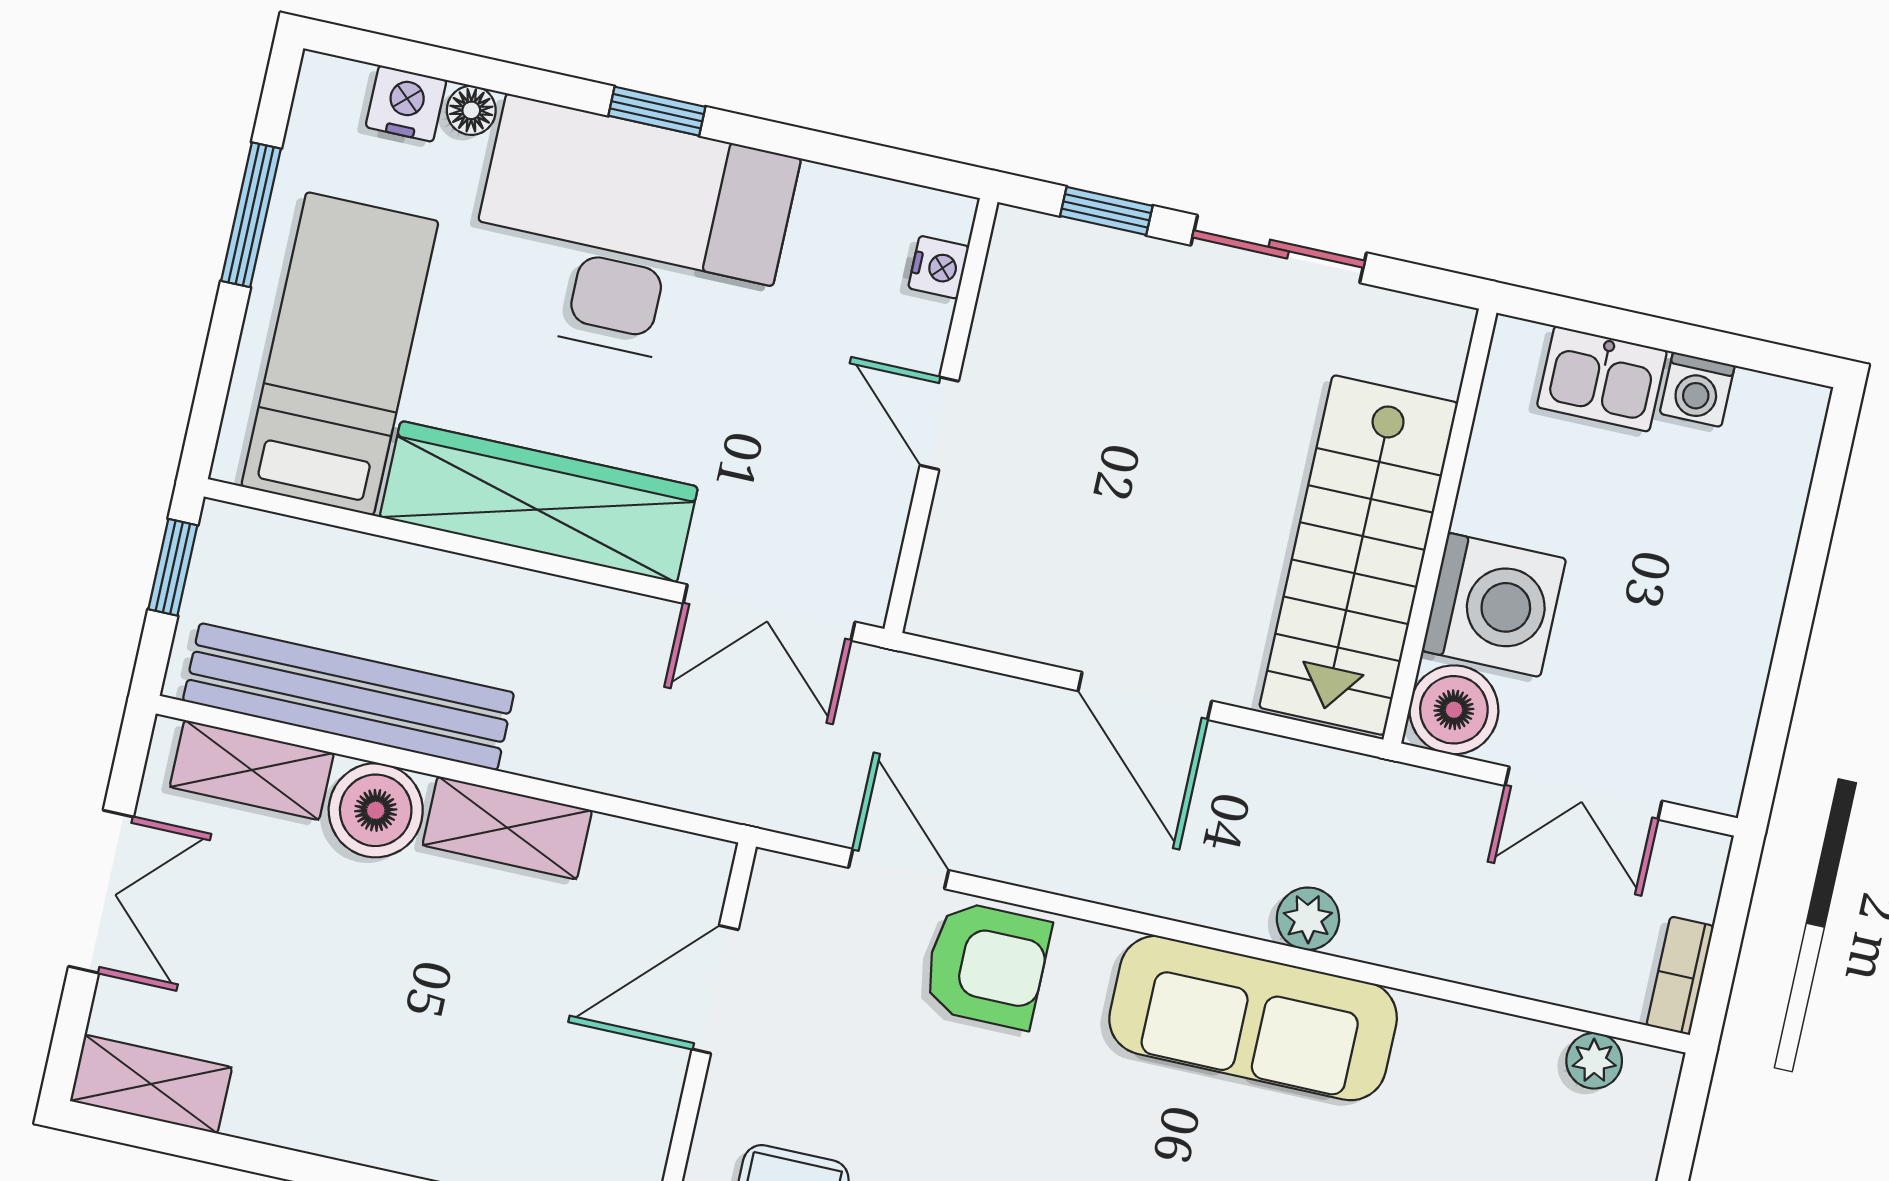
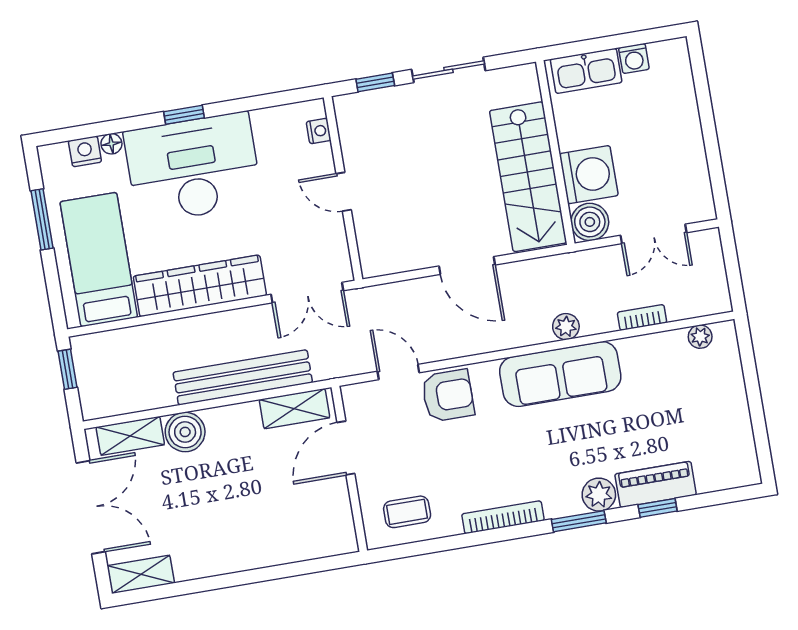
kitchen sink: (1602, 379) -> (586, 71), width x1.38
bench: (348, 697) -> (243, 377), moved
shelving: (507, 828) -> (294, 409), moved
double door: (101, 892) -> (91, 507), width x1.37
bookcase: (1680, 976) -> (642, 317), moved, turned 90

